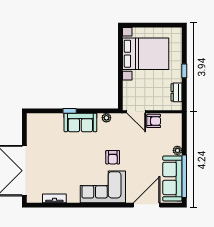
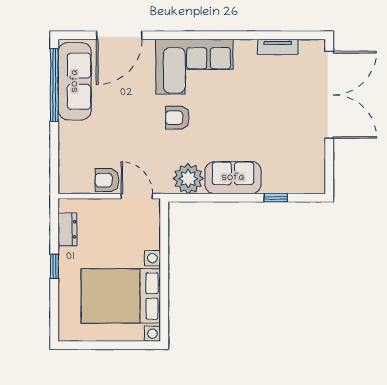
window: (70, 111) -> (276, 198), moved
plant: (106, 118) -> (188, 179), width x1.87, depth x1.87
plant: (177, 150) -> (66, 129), removed
armchair: (113, 157) -> (177, 118), turned -90

